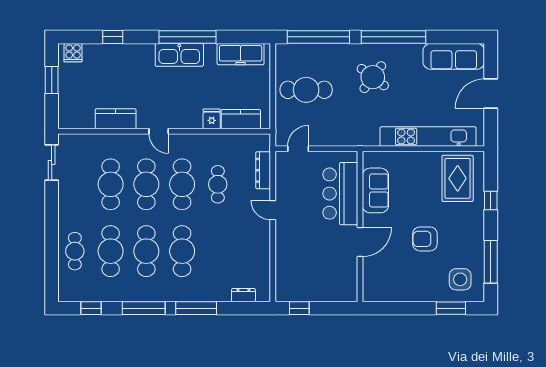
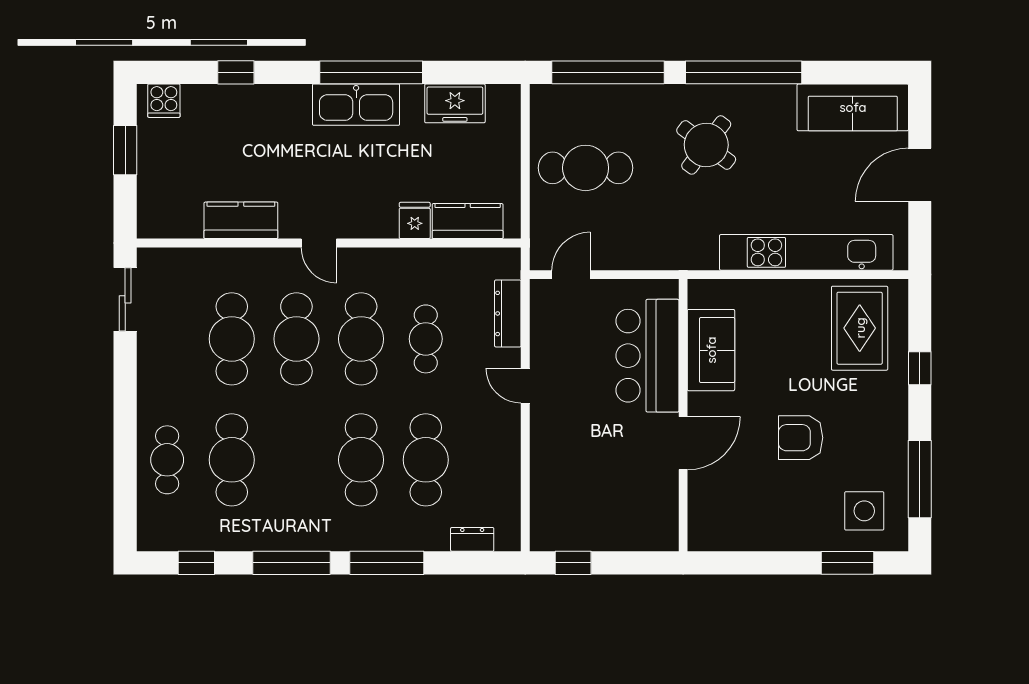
freezer: (241, 54) -> (455, 103), width x0.71
cafe table: (146, 251) -> (426, 460), moved

